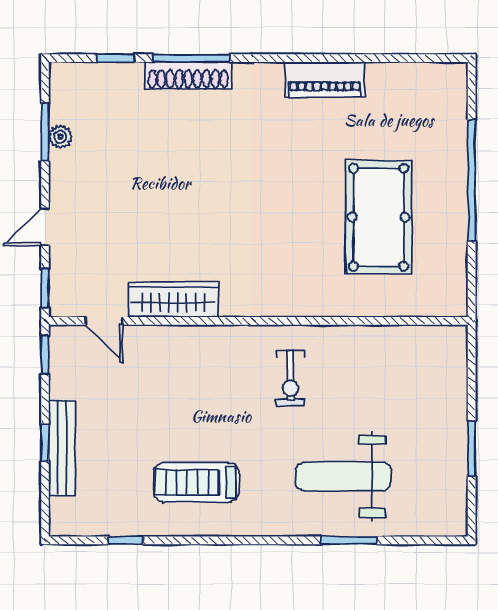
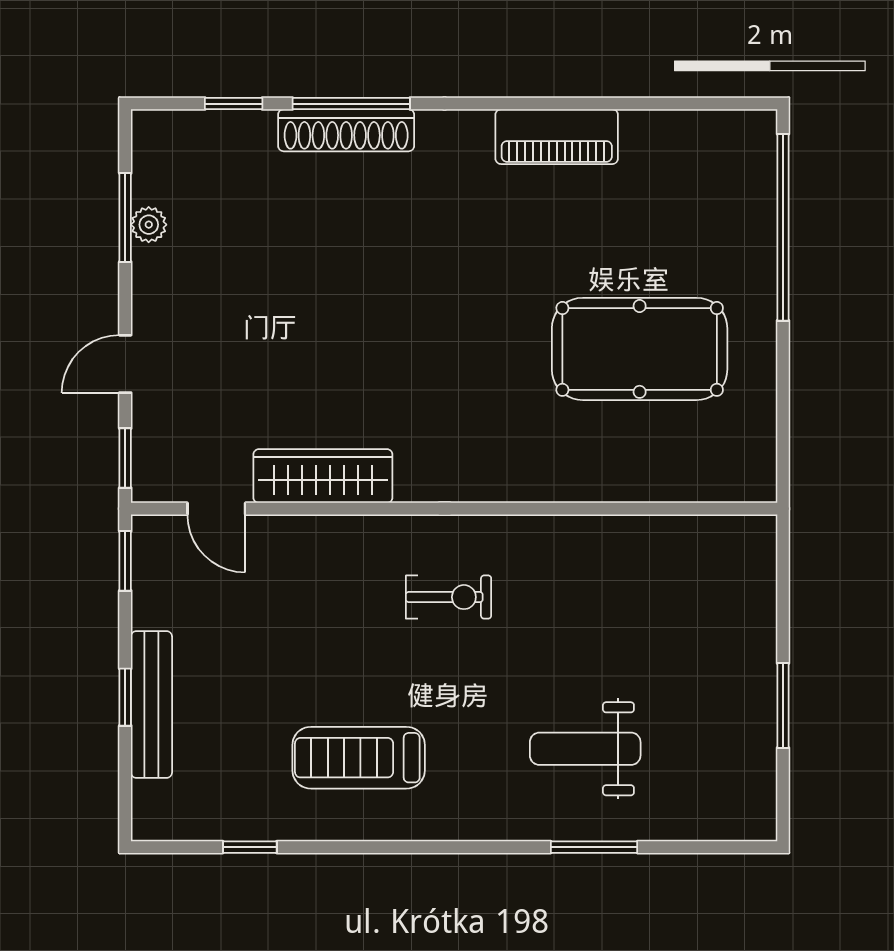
window: (472, 180) -> (783, 227), moved
pool table: (379, 217) -> (640, 349), turned 90
exercise bike: (290, 378) -> (449, 597), moved, turned -90
weight bench: (343, 477) -> (585, 749), width x0.73, depth x0.75

